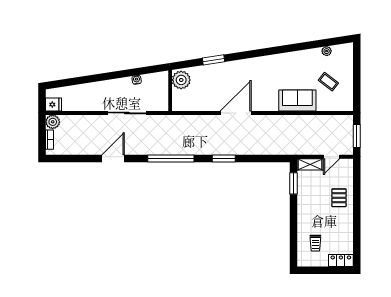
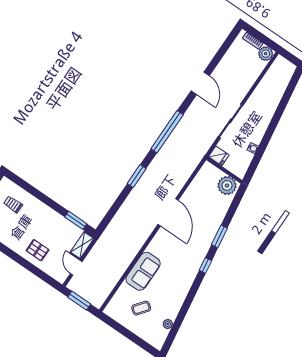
window: (258, 53) -> (205, 265), added
window: (213, 60) -> (219, 236), moved
fridge: (54, 104) -> (219, 156), moved, turned -90

